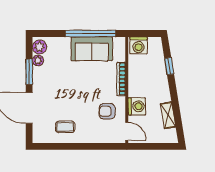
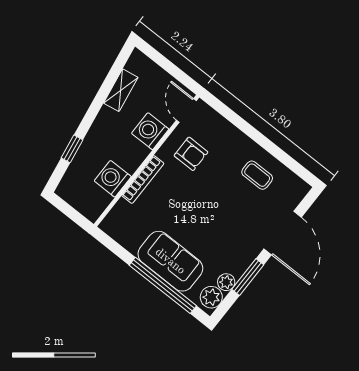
window: (91, 33) -> (163, 285), moved
washing machine: (139, 45) -> (113, 179), moved, turned -90
sofa: (92, 49) -> (170, 261), moved

